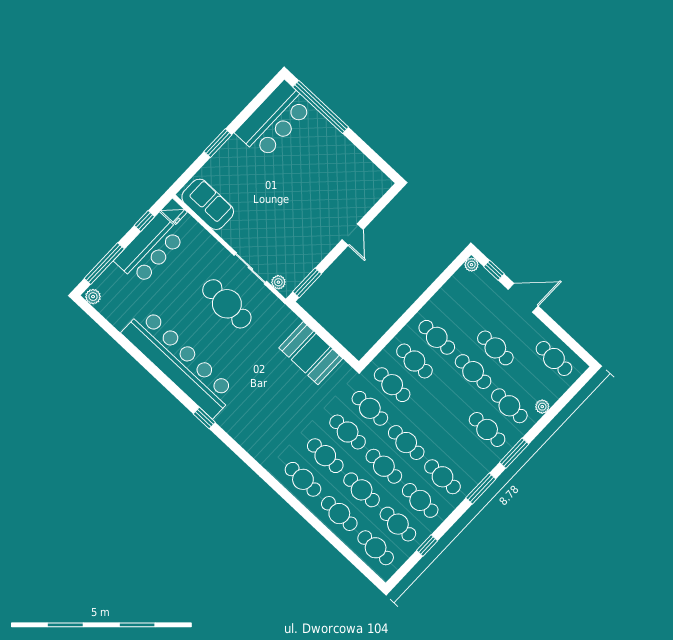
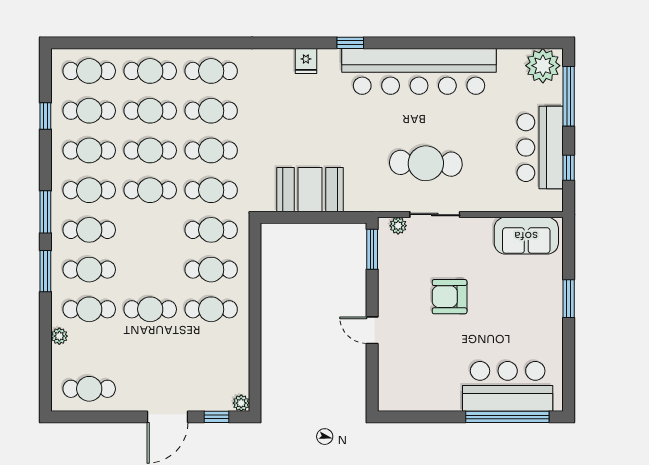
bar counter: (274, 120) -> (508, 386), moved, turned 90
fridge: (174, 211) -> (306, 61), moved, turned -90
armchair: (288, 211) -> (450, 297), added
plant: (93, 297) -> (543, 66), width x1.88, depth x1.88
cafe table: (495, 348) -> (89, 230), moved

